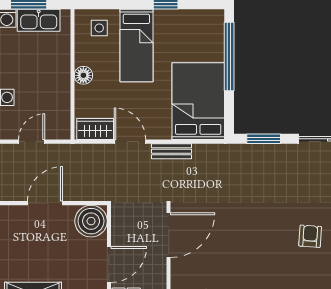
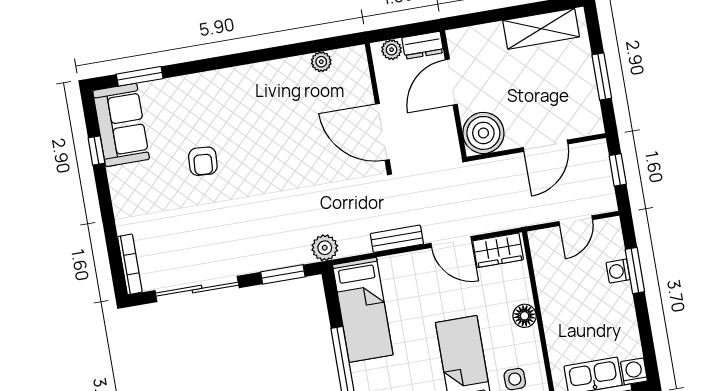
bed: (198, 101) -> (363, 310), width x0.67
plant: (228, 154) -> (325, 248), added
door: (169, 235) -> (382, 132), hinge flipped

